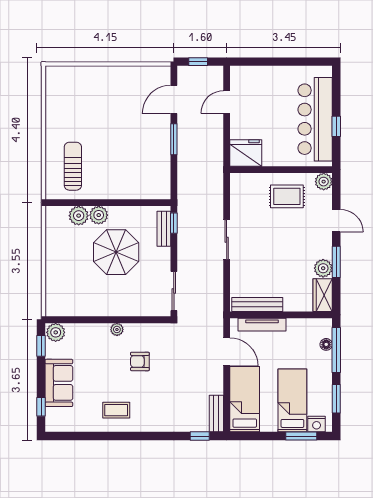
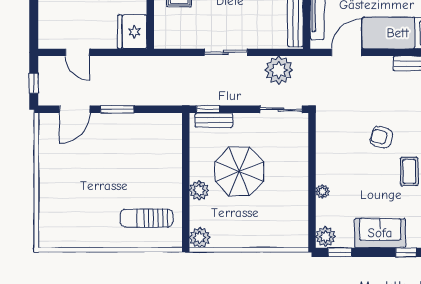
door: (174, 100) -> (75, 109), hinge flipped
plant: (79, 216) -> (200, 238), moved
plant: (210, 289) -> (279, 70), added
plant: (117, 329) -> (322, 192), moved
armchair: (140, 361) -> (381, 137), moved, turned 106

